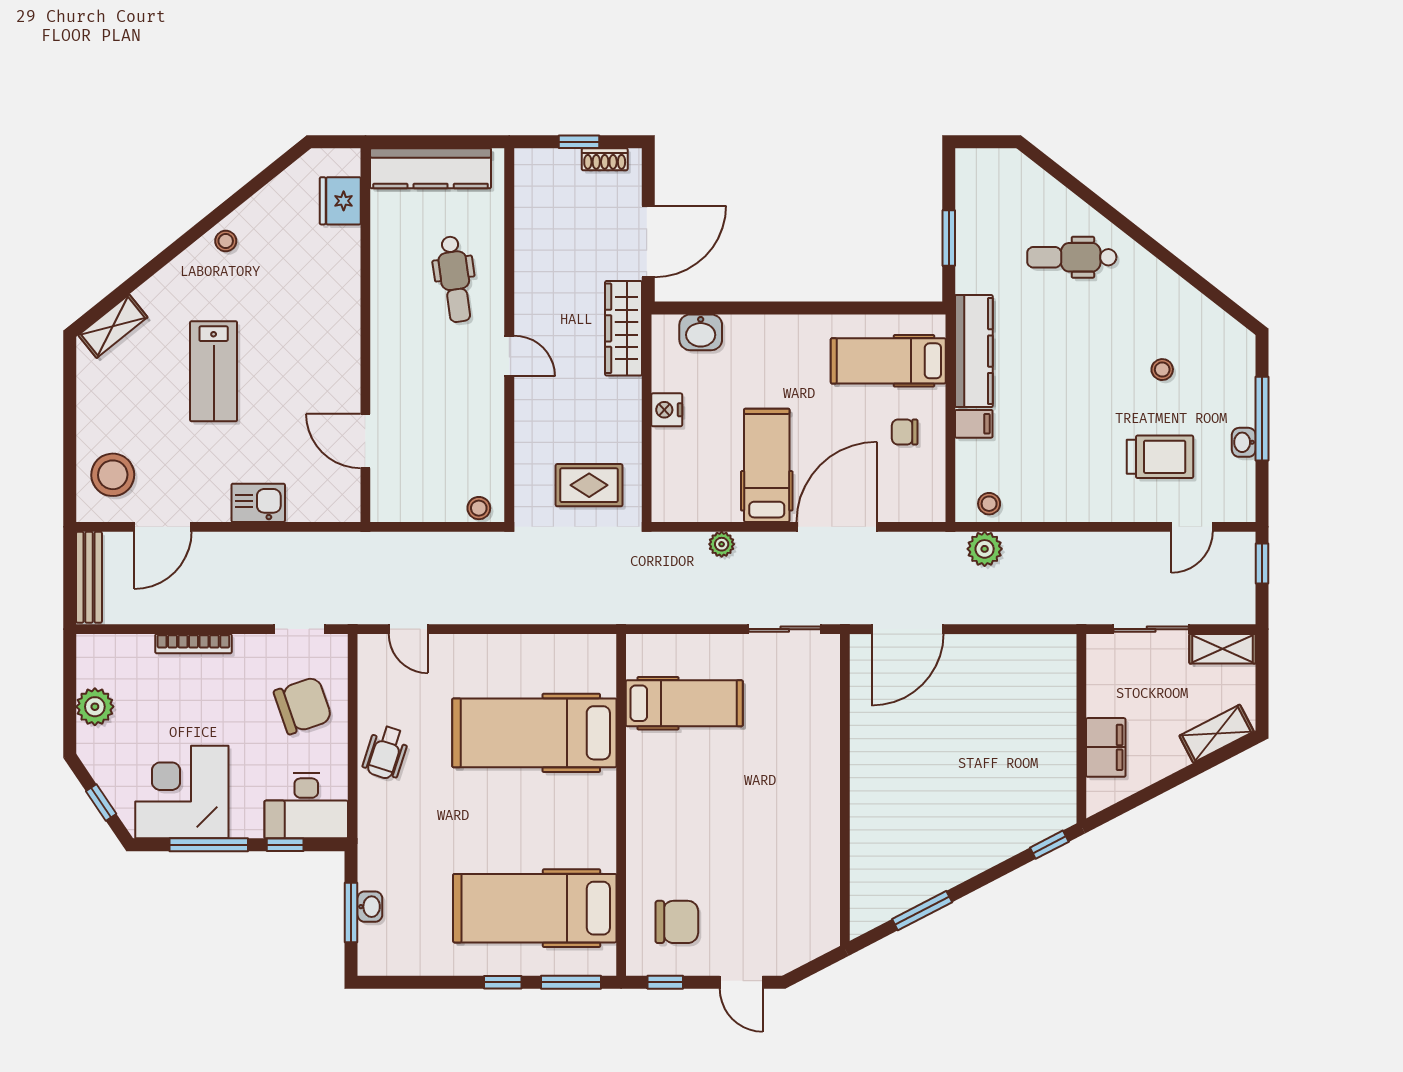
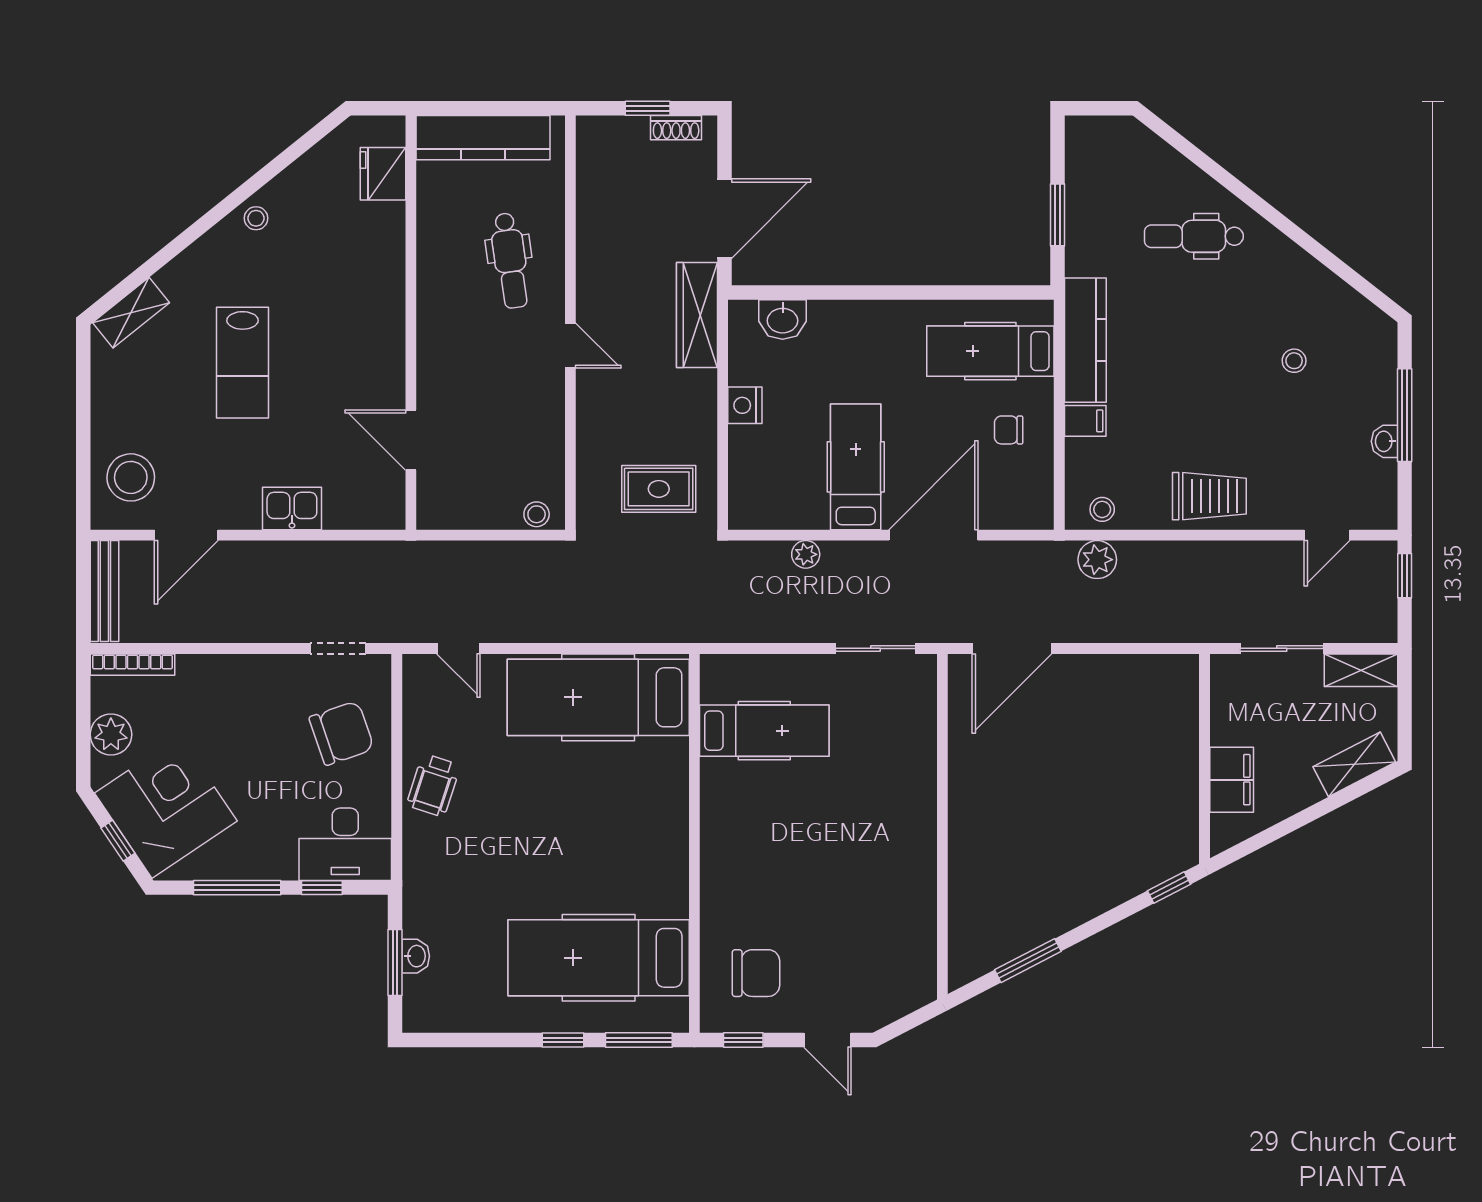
trolley: (1160, 457) -> (1209, 496), moved
bookcase: (193, 644) -> (133, 665), moved
hospital bed: (534, 733) -> (598, 697), moved
corner desk: (182, 792) -> (166, 807), moved, turned 56

